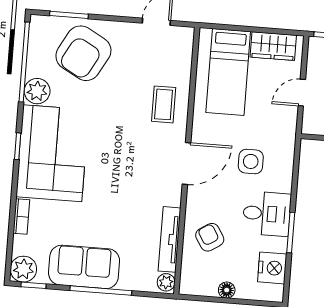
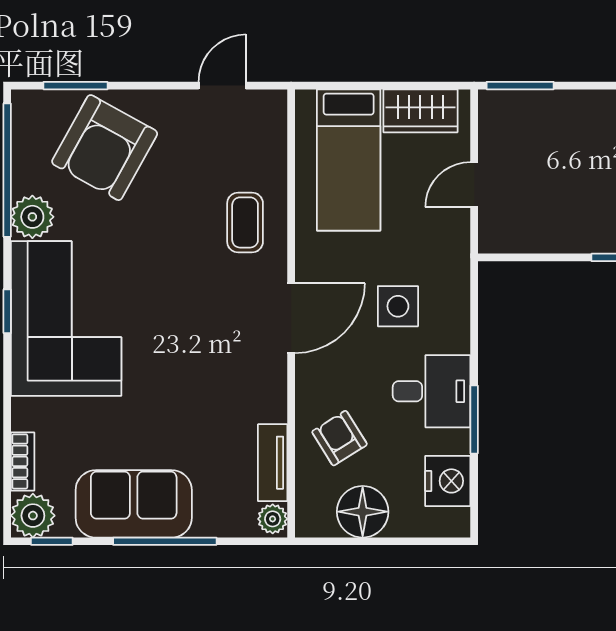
bookcase: (21, 217) -> (23, 461), moved
tv unit: (169, 239) -> (273, 463), width x0.71
floor lamp: (227, 290) -> (363, 512), width x1.89, depth x1.89

